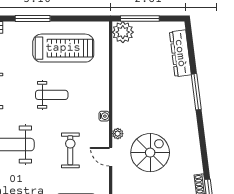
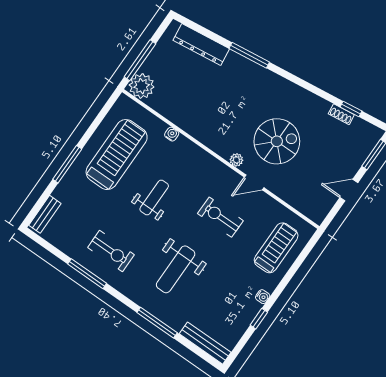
water cooler: (104, 116) -> (172, 134), moved
spiral stairs: (150, 153) -> (277, 141), turned 90

